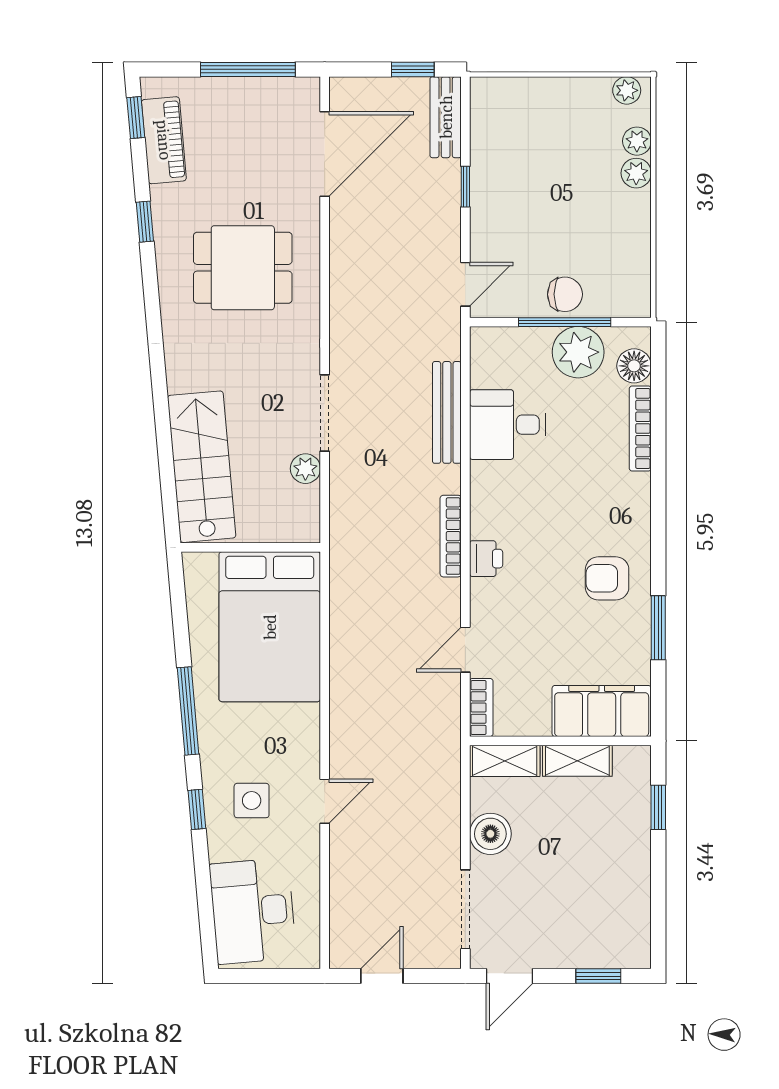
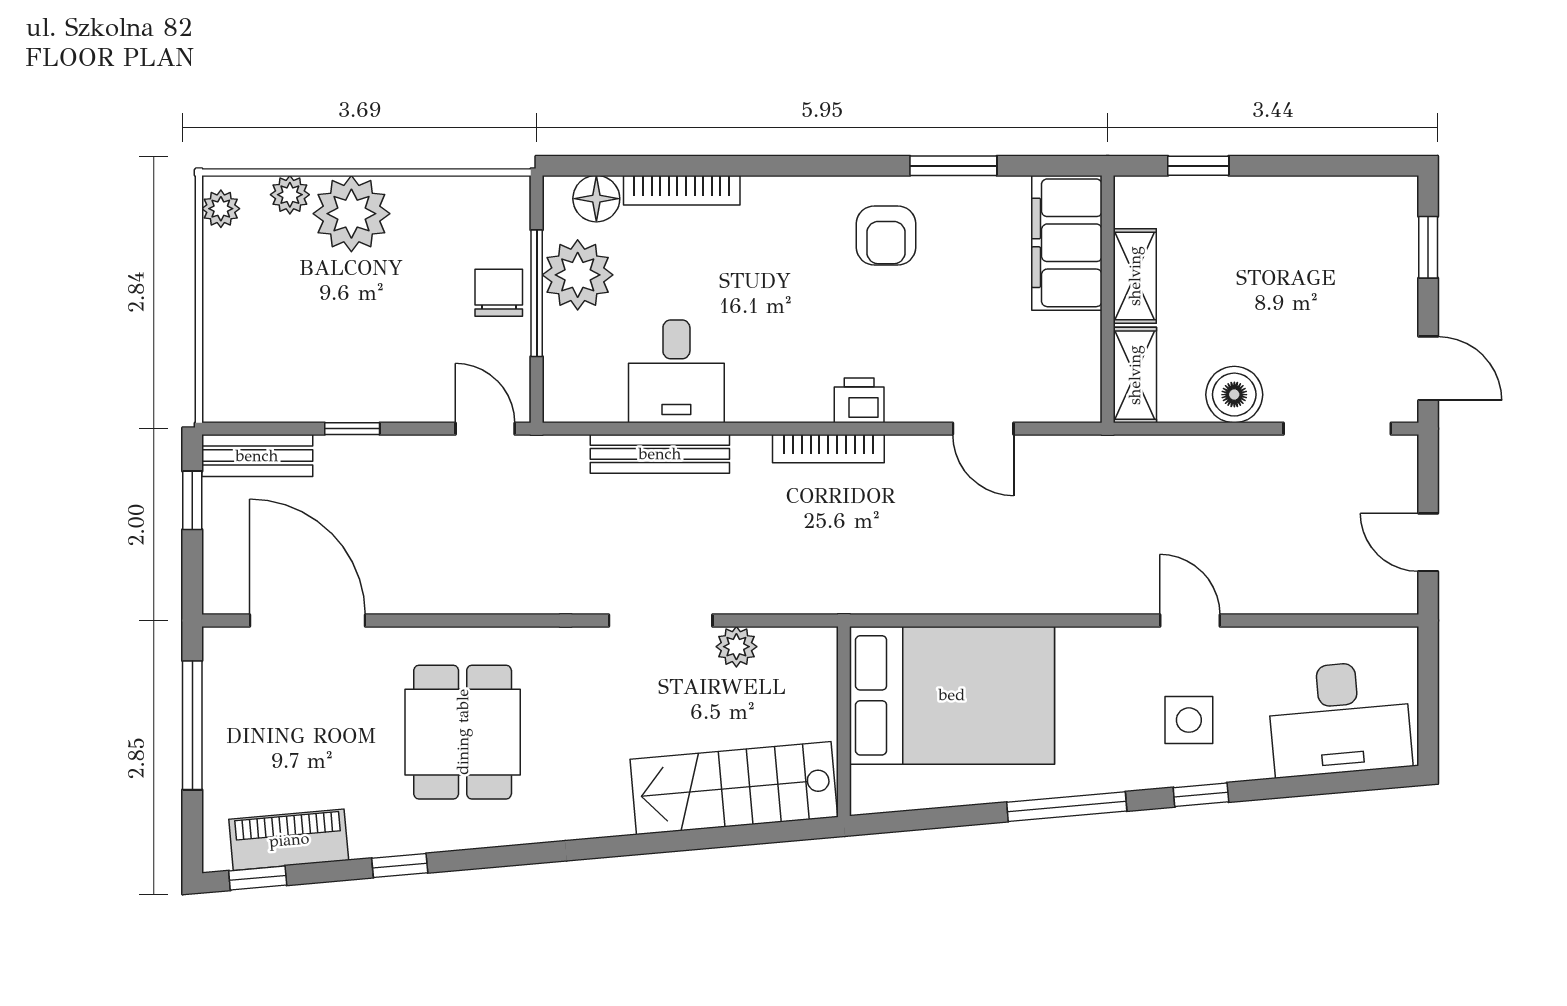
plant: (636, 173) -> (351, 214), width x1.88, depth x1.88
bookcase: (481, 708) -> (1062, 407), removed

